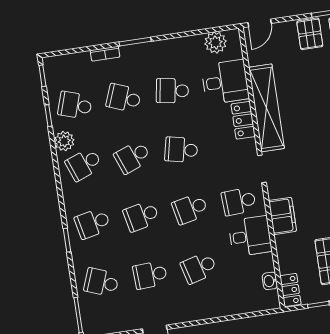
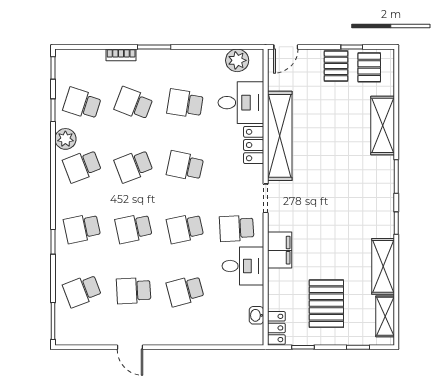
school desk: (101, 282) -> (82, 291), turned -42

